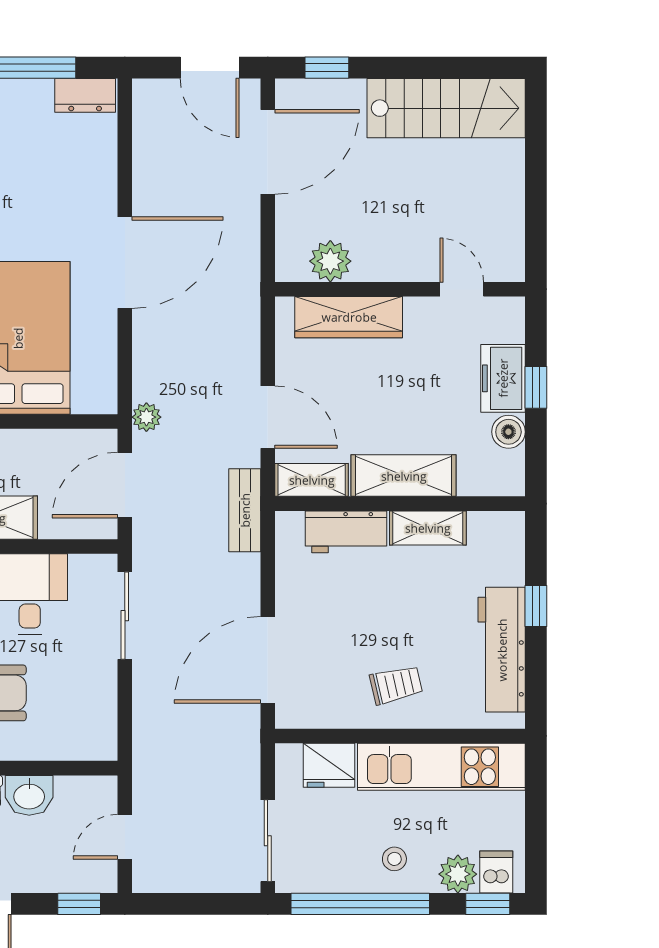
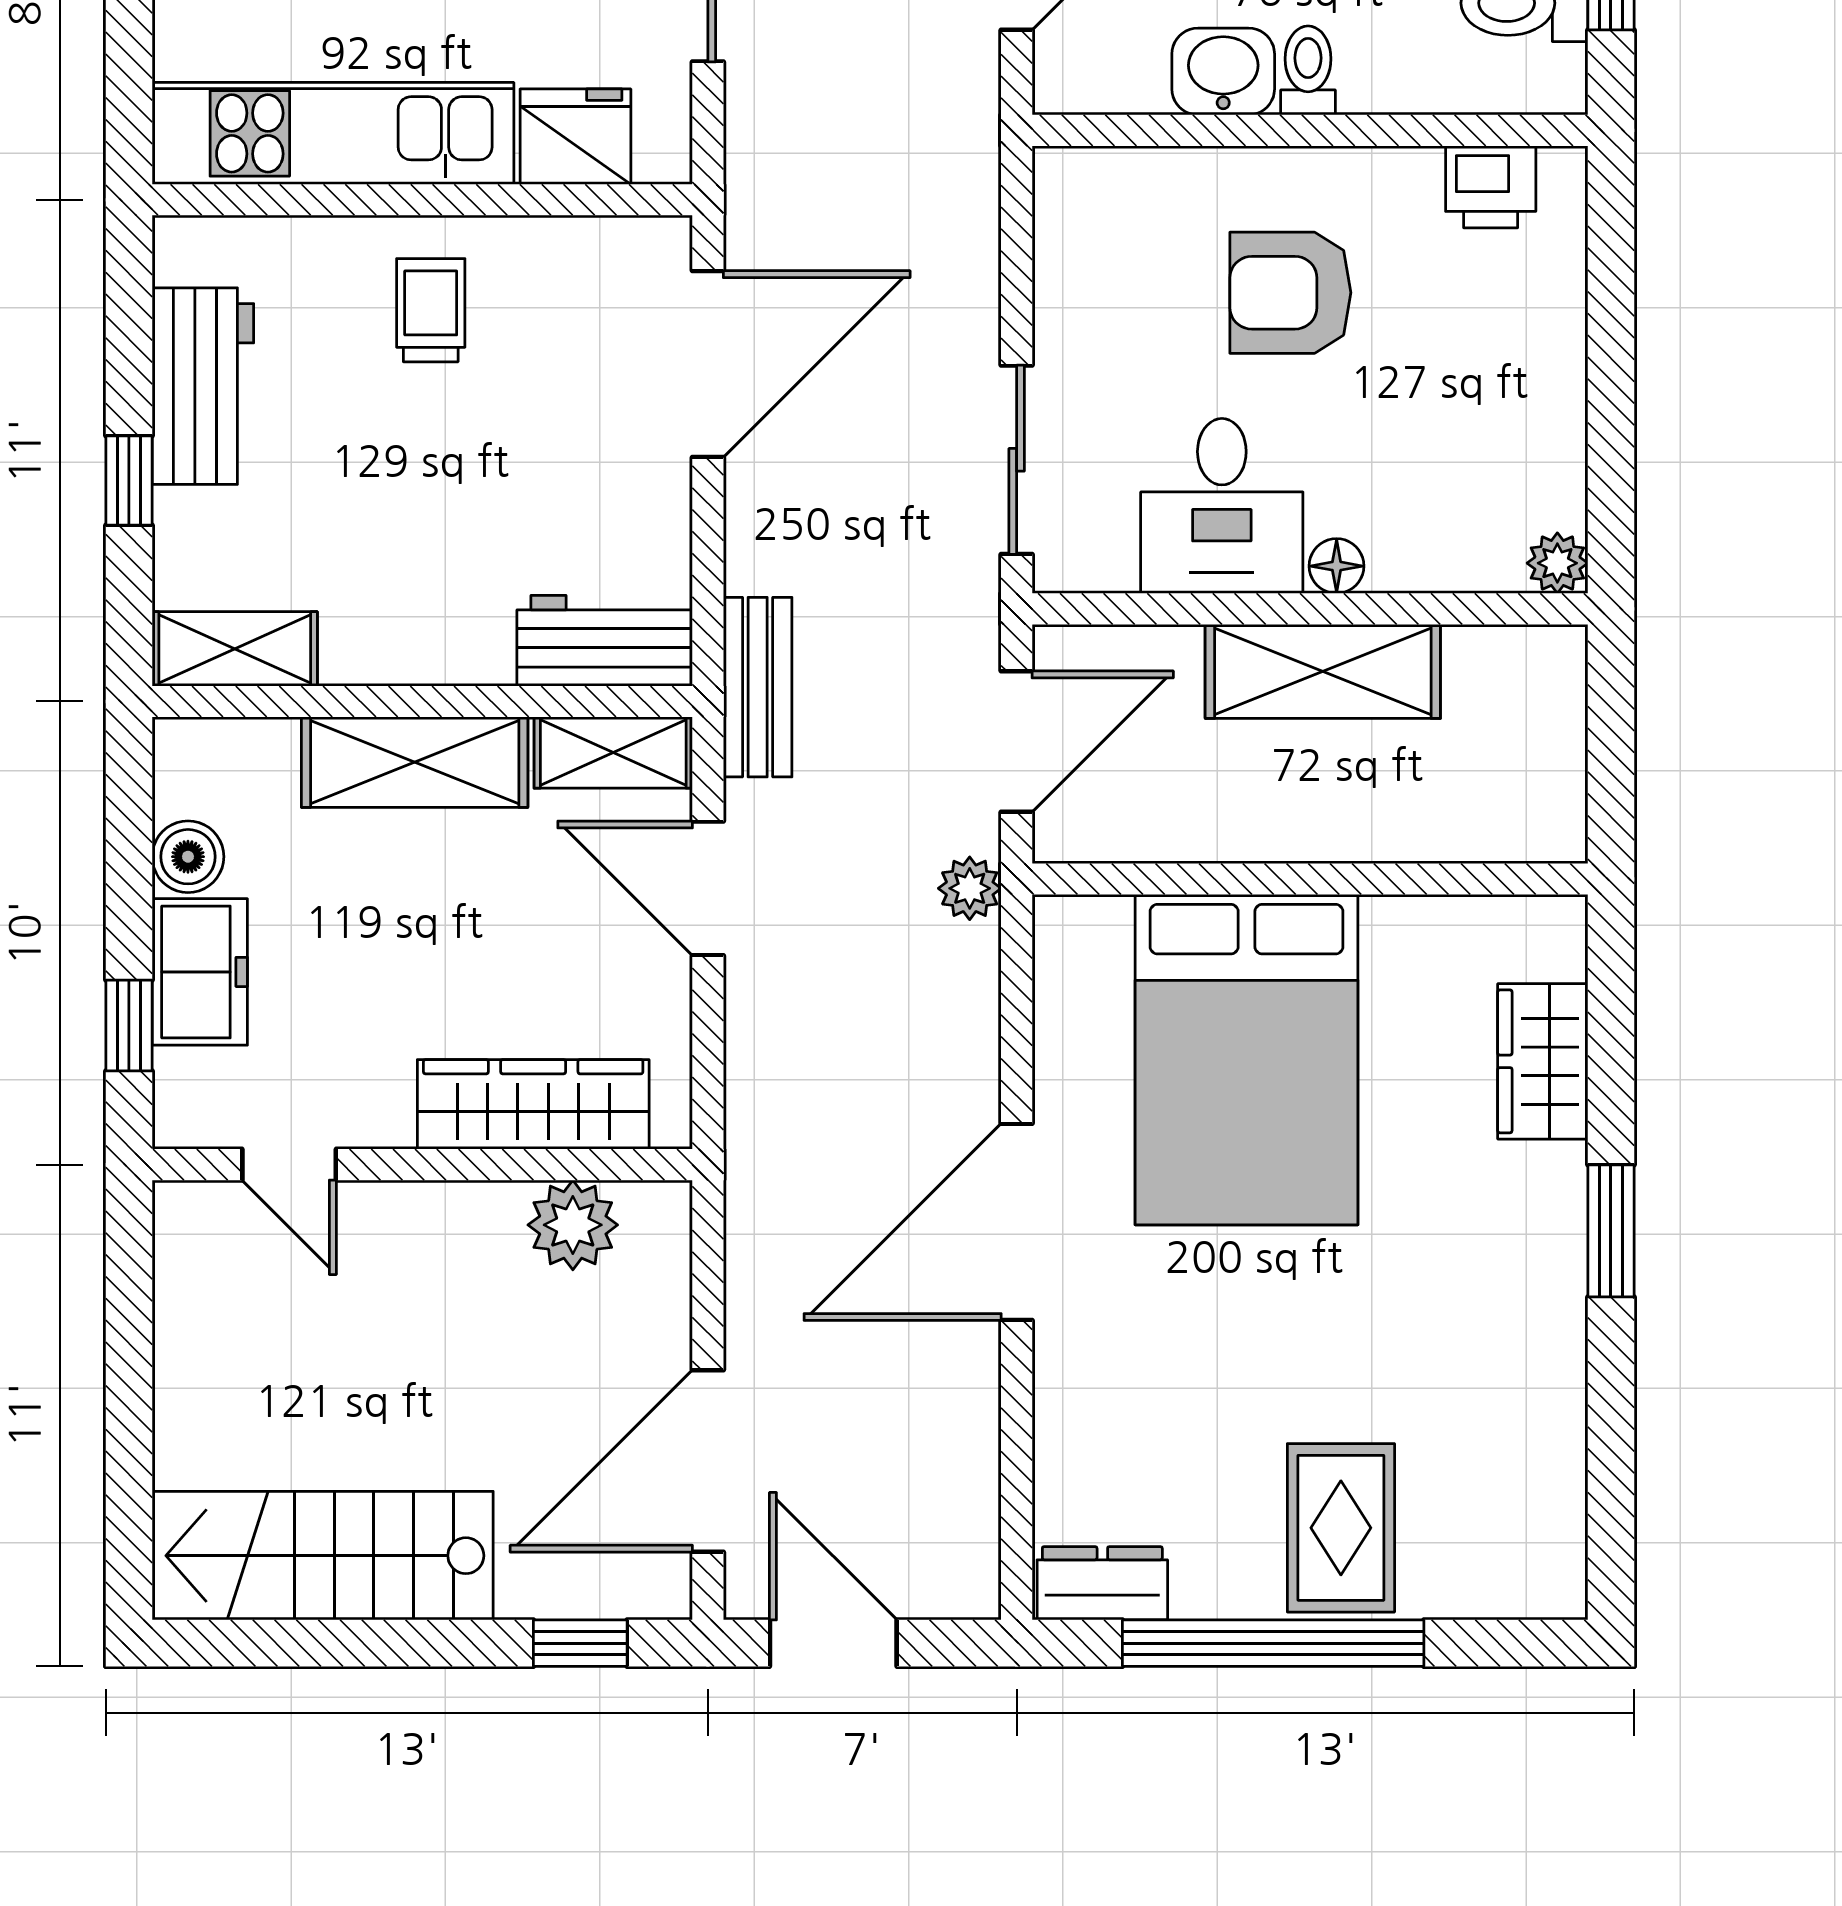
window: (536, 387) -> (129, 1026), moved
shelving: (428, 528) -> (235, 649), moved
workbench: (346, 532) -> (605, 641), moved
workbench: (502, 650) -> (203, 386), width x0.73
trolley: (396, 685) -> (431, 310), turned 103

